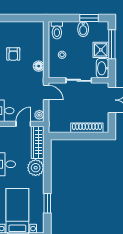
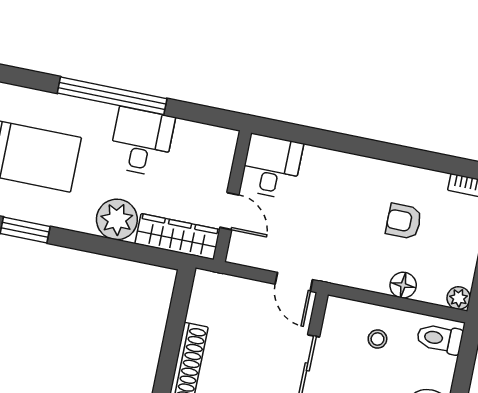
floor lamp: (39, 66) -> (403, 285), moved
door: (46, 93) -> (294, 282), hinge flipped
plant: (39, 115) -> (459, 298), moved

